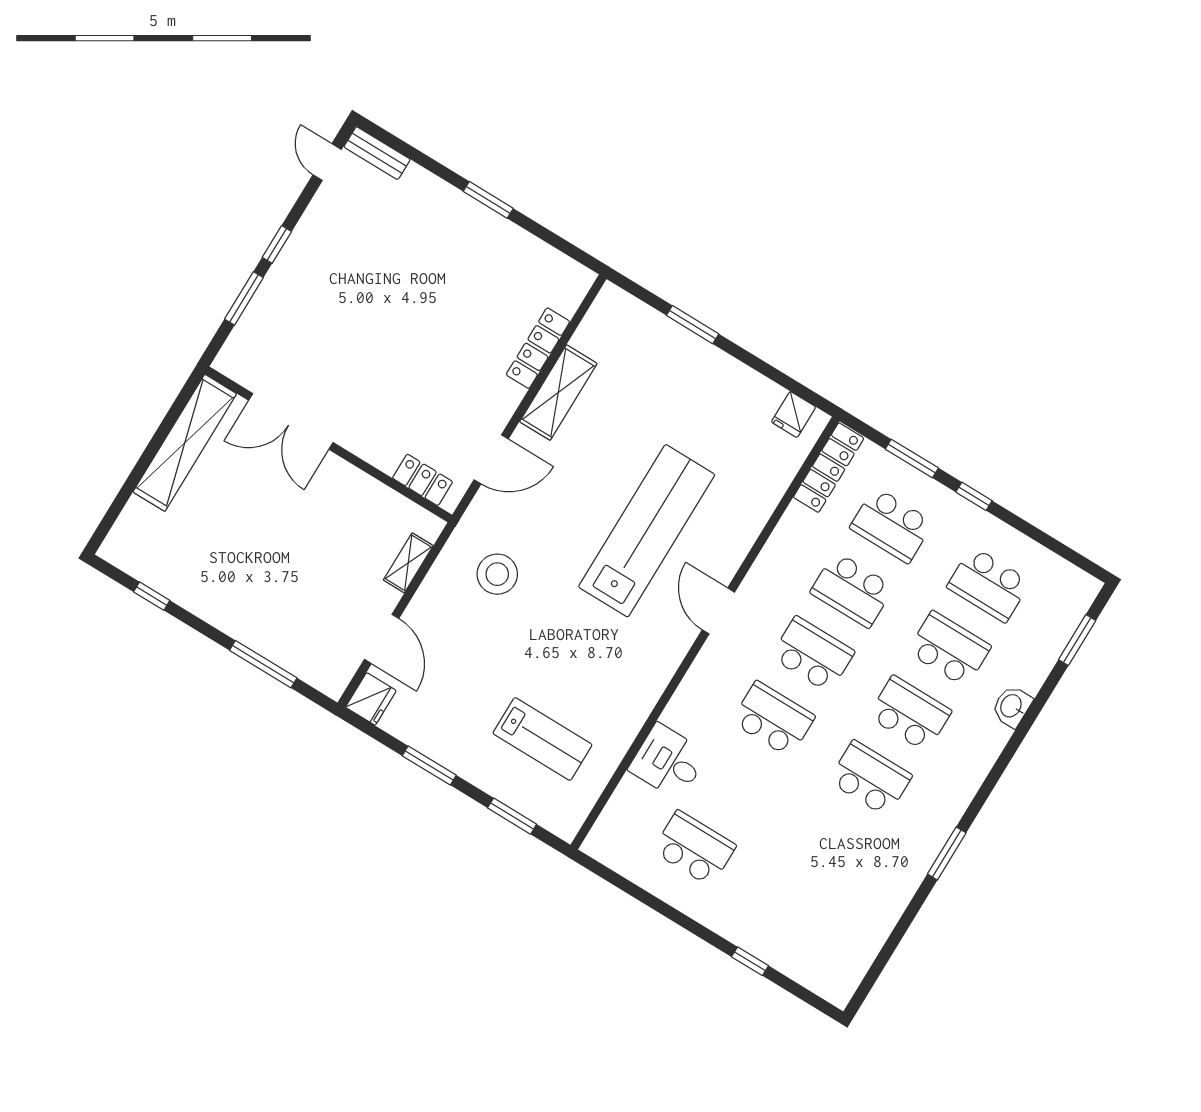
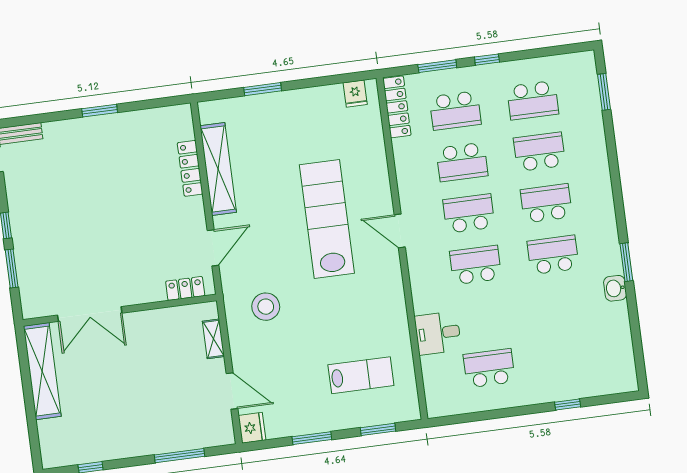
shelving: (558, 393) -> (218, 169), width x1.47
washbasin: (1012, 706) -> (615, 288), moved

